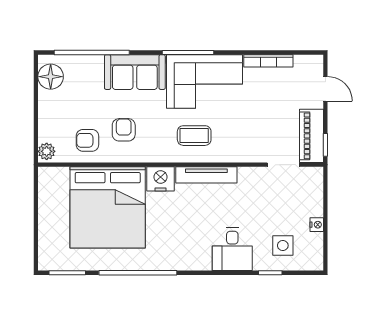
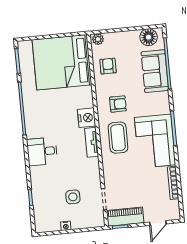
sofa: (135, 72) -> (155, 71), moved
armchair: (124, 130) -> (118, 104), moved
coffee table: (194, 136) -> (118, 138), width x1.36, depth x1.30
tv unit: (206, 175) -> (92, 142), width x0.71
bed: (108, 207) -> (62, 62), moved
side table: (283, 246) -> (73, 197), moved
desk: (232, 249) -> (42, 151), moved

